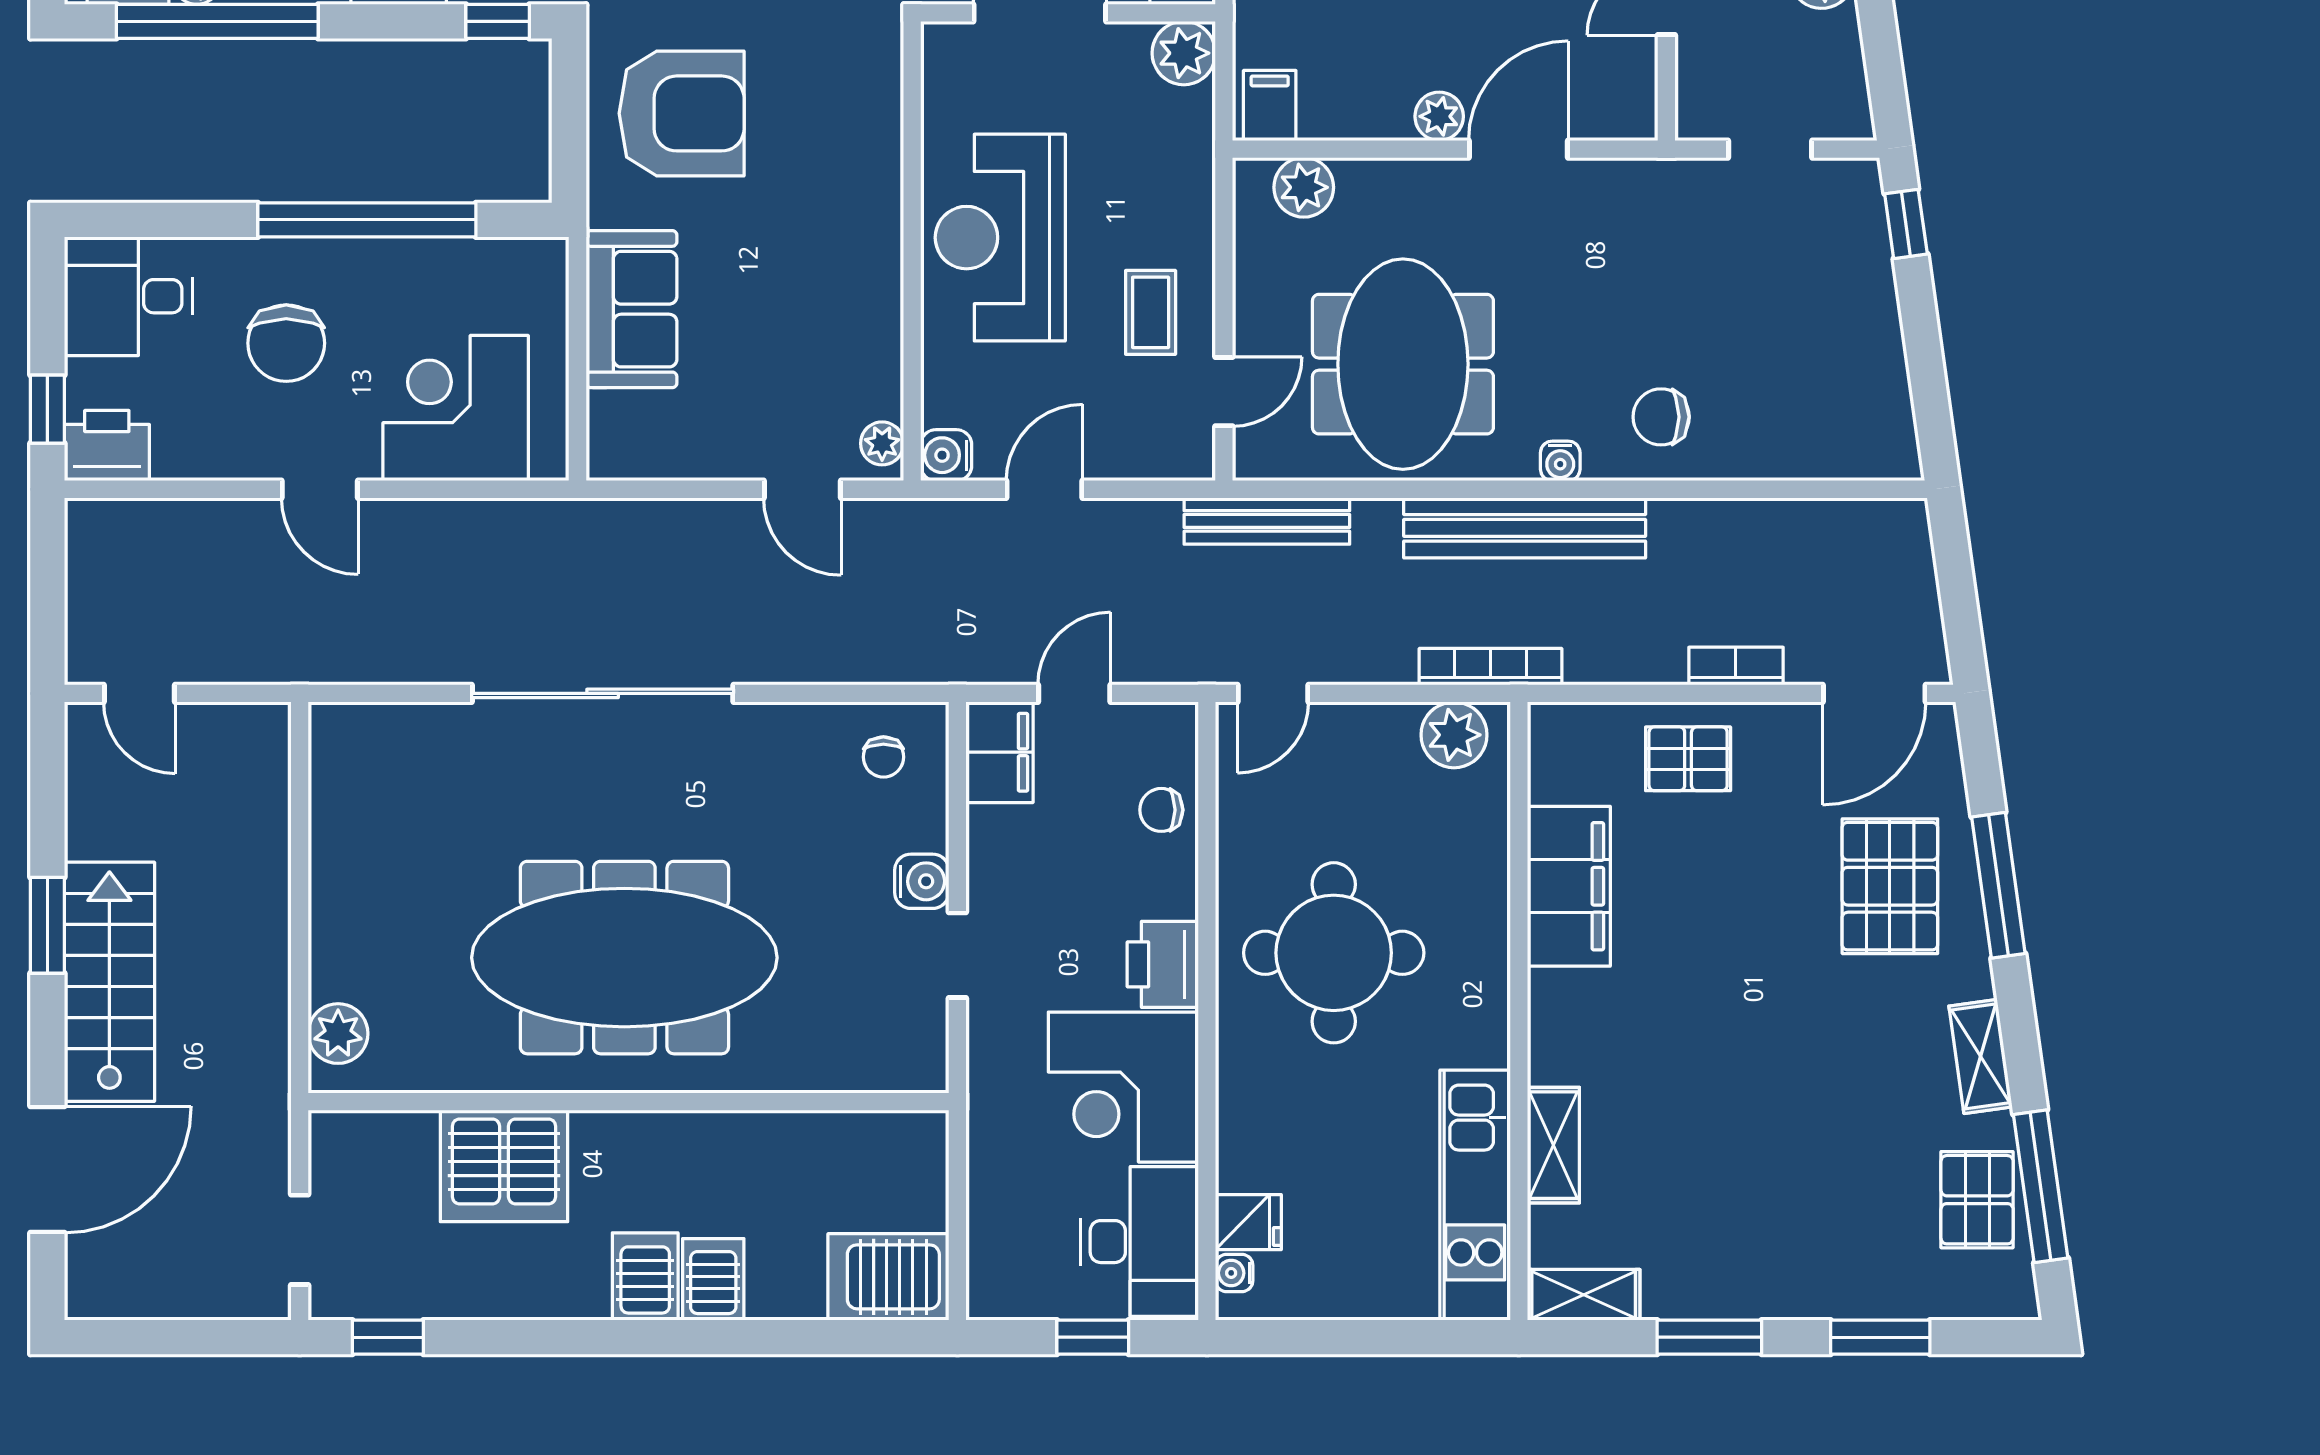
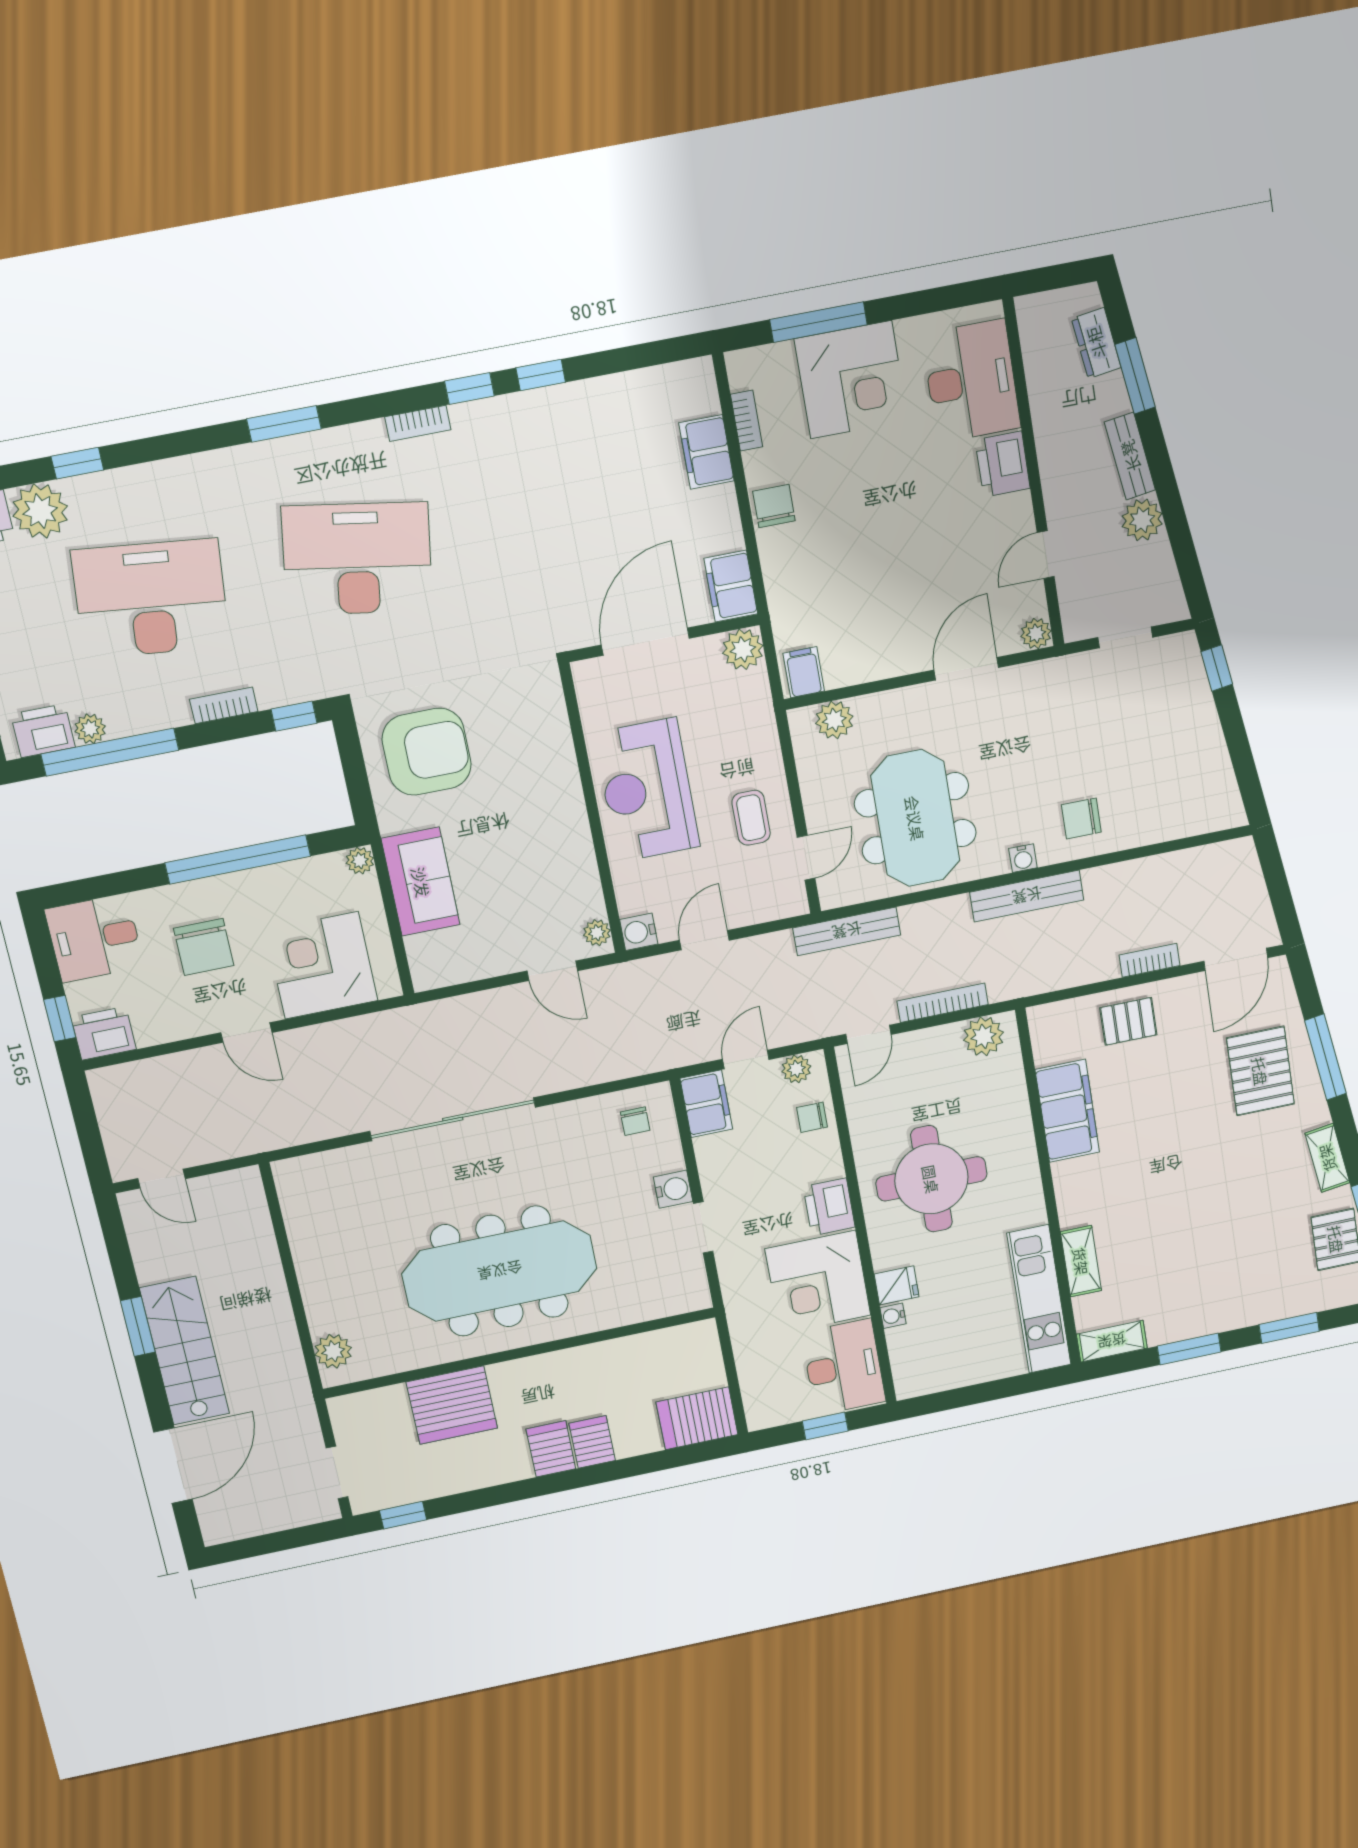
plant: (1439, 116) -> (1036, 634), moved
plant: (547, 258) -> (360, 861), added
bench: (1525, 528) -> (1027, 896), width x0.73, depth x0.82
bookcase: (1490, 667) -> (943, 1003), moved
plant: (1150, 726) -> (796, 1069), added
fridge: (1248, 1222) -> (897, 1285), moved
water cooler: (1234, 1273) -> (893, 1316), moved

